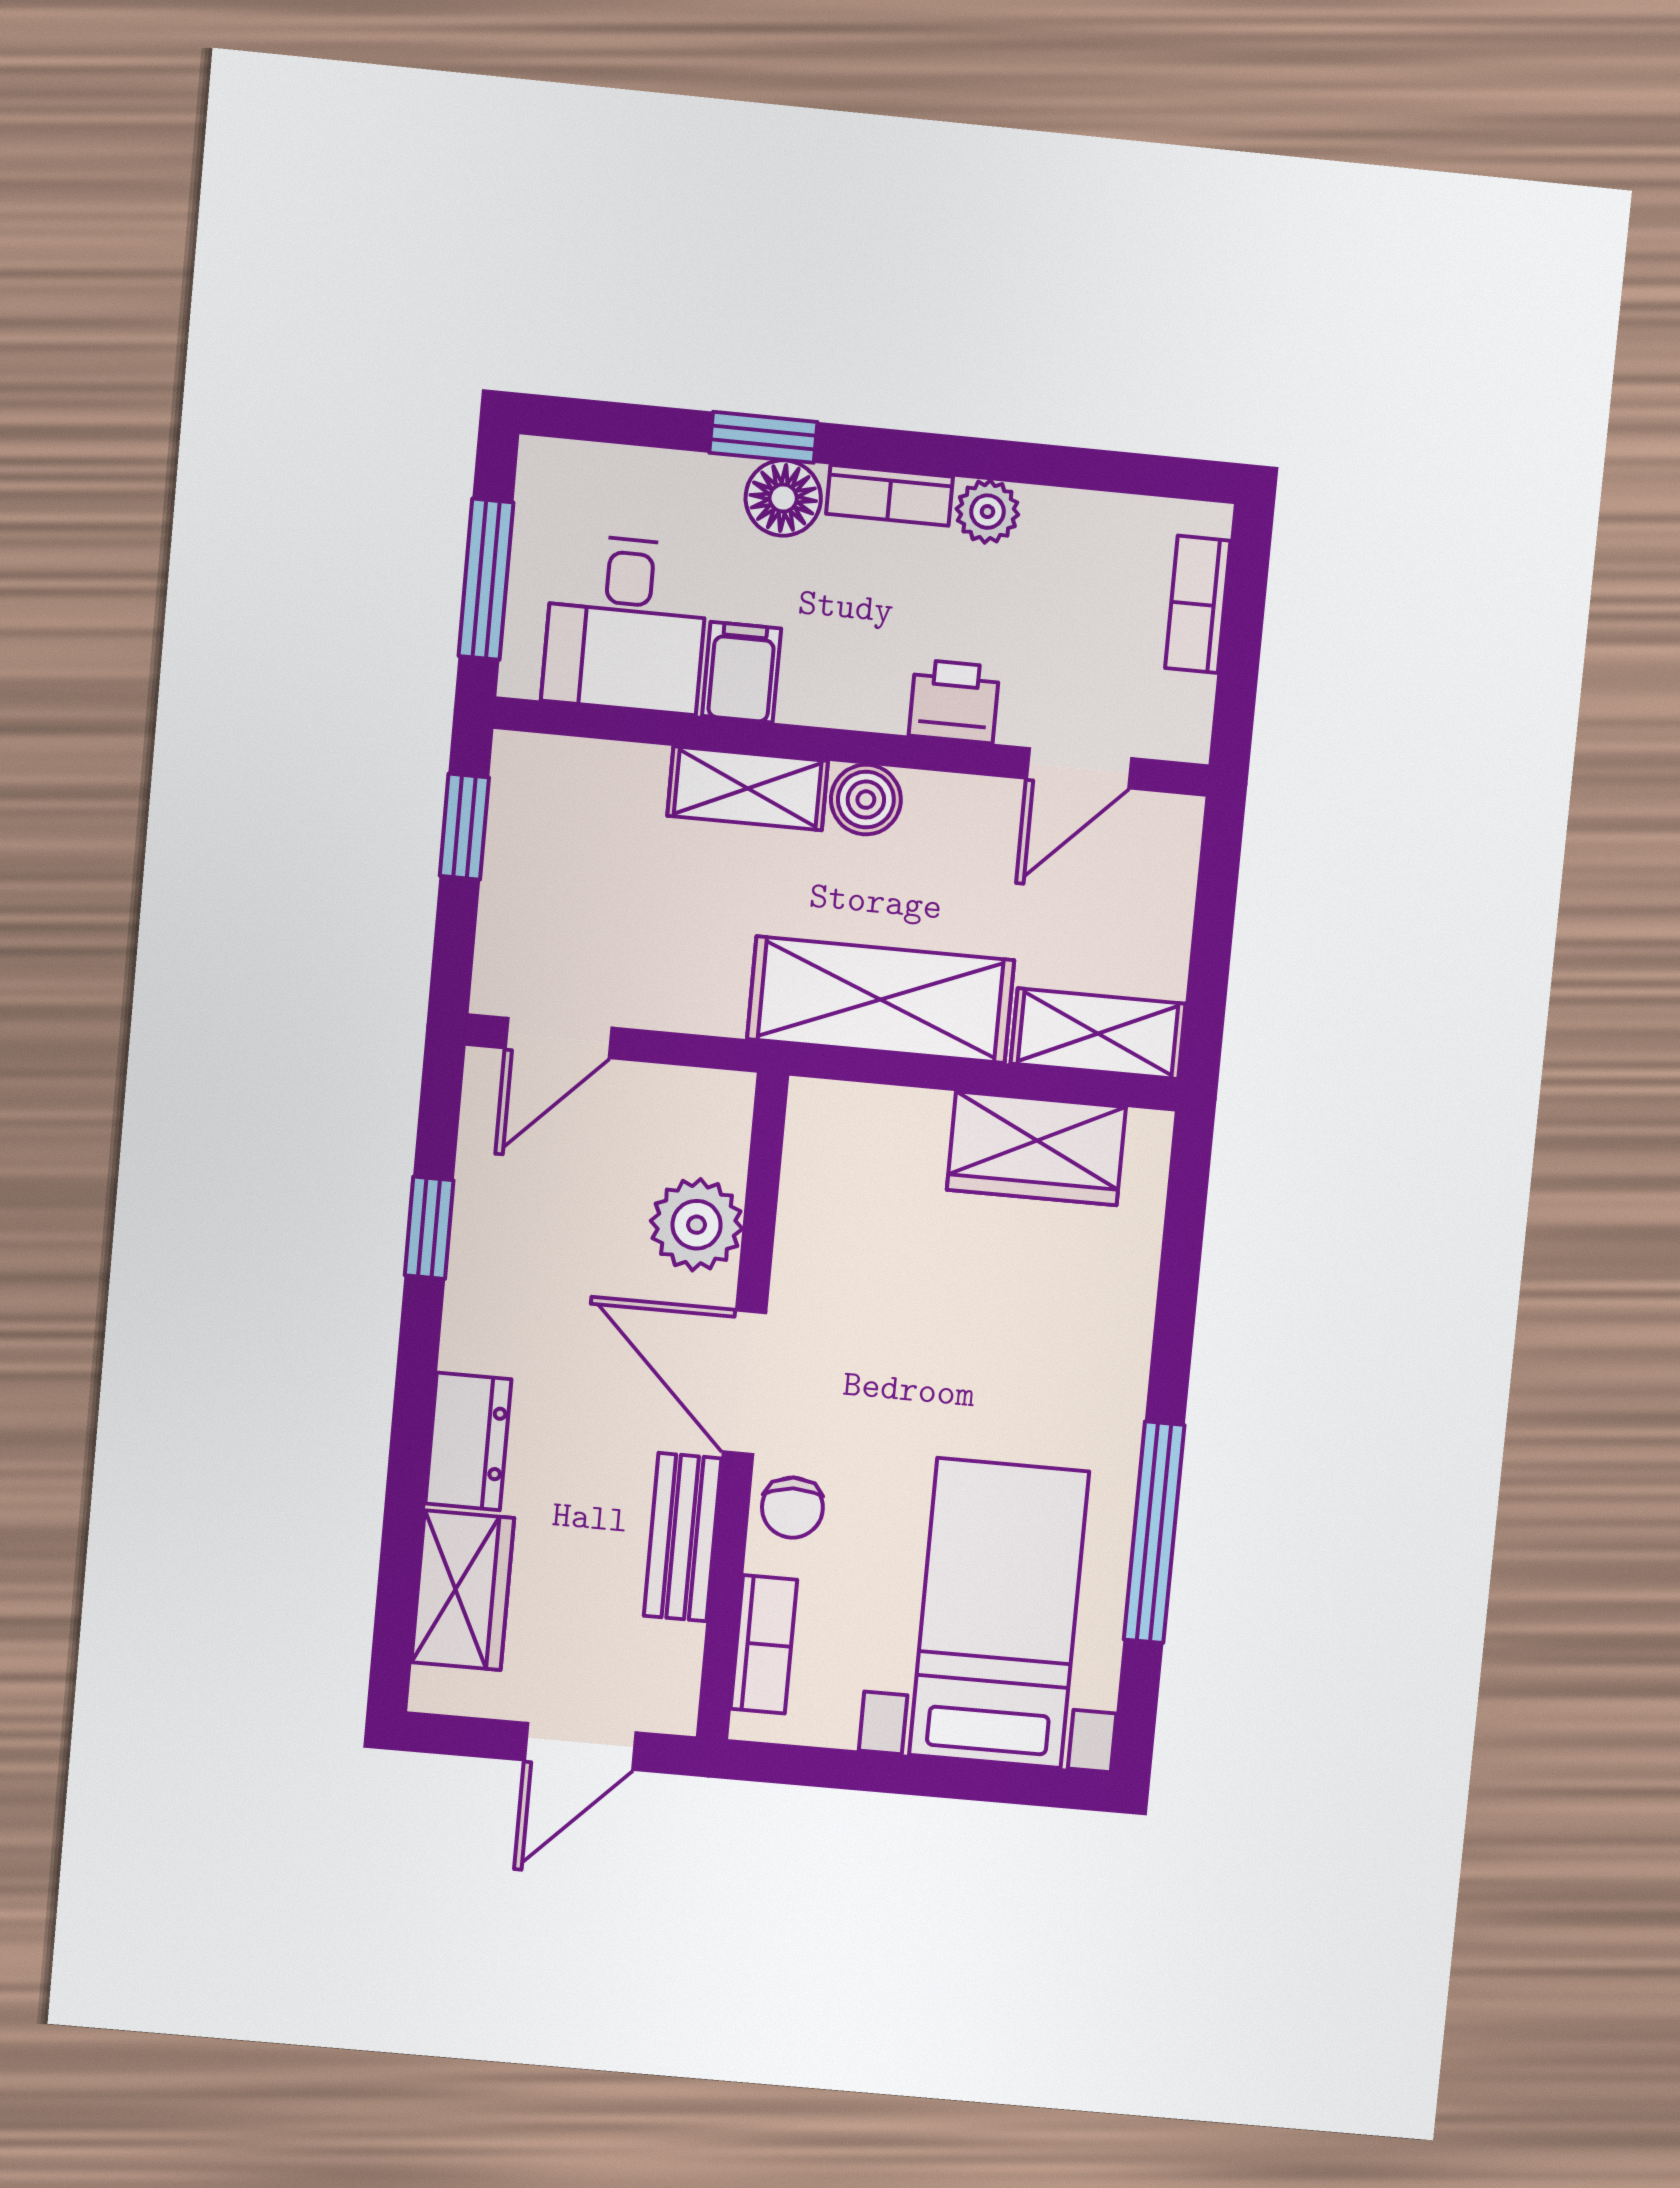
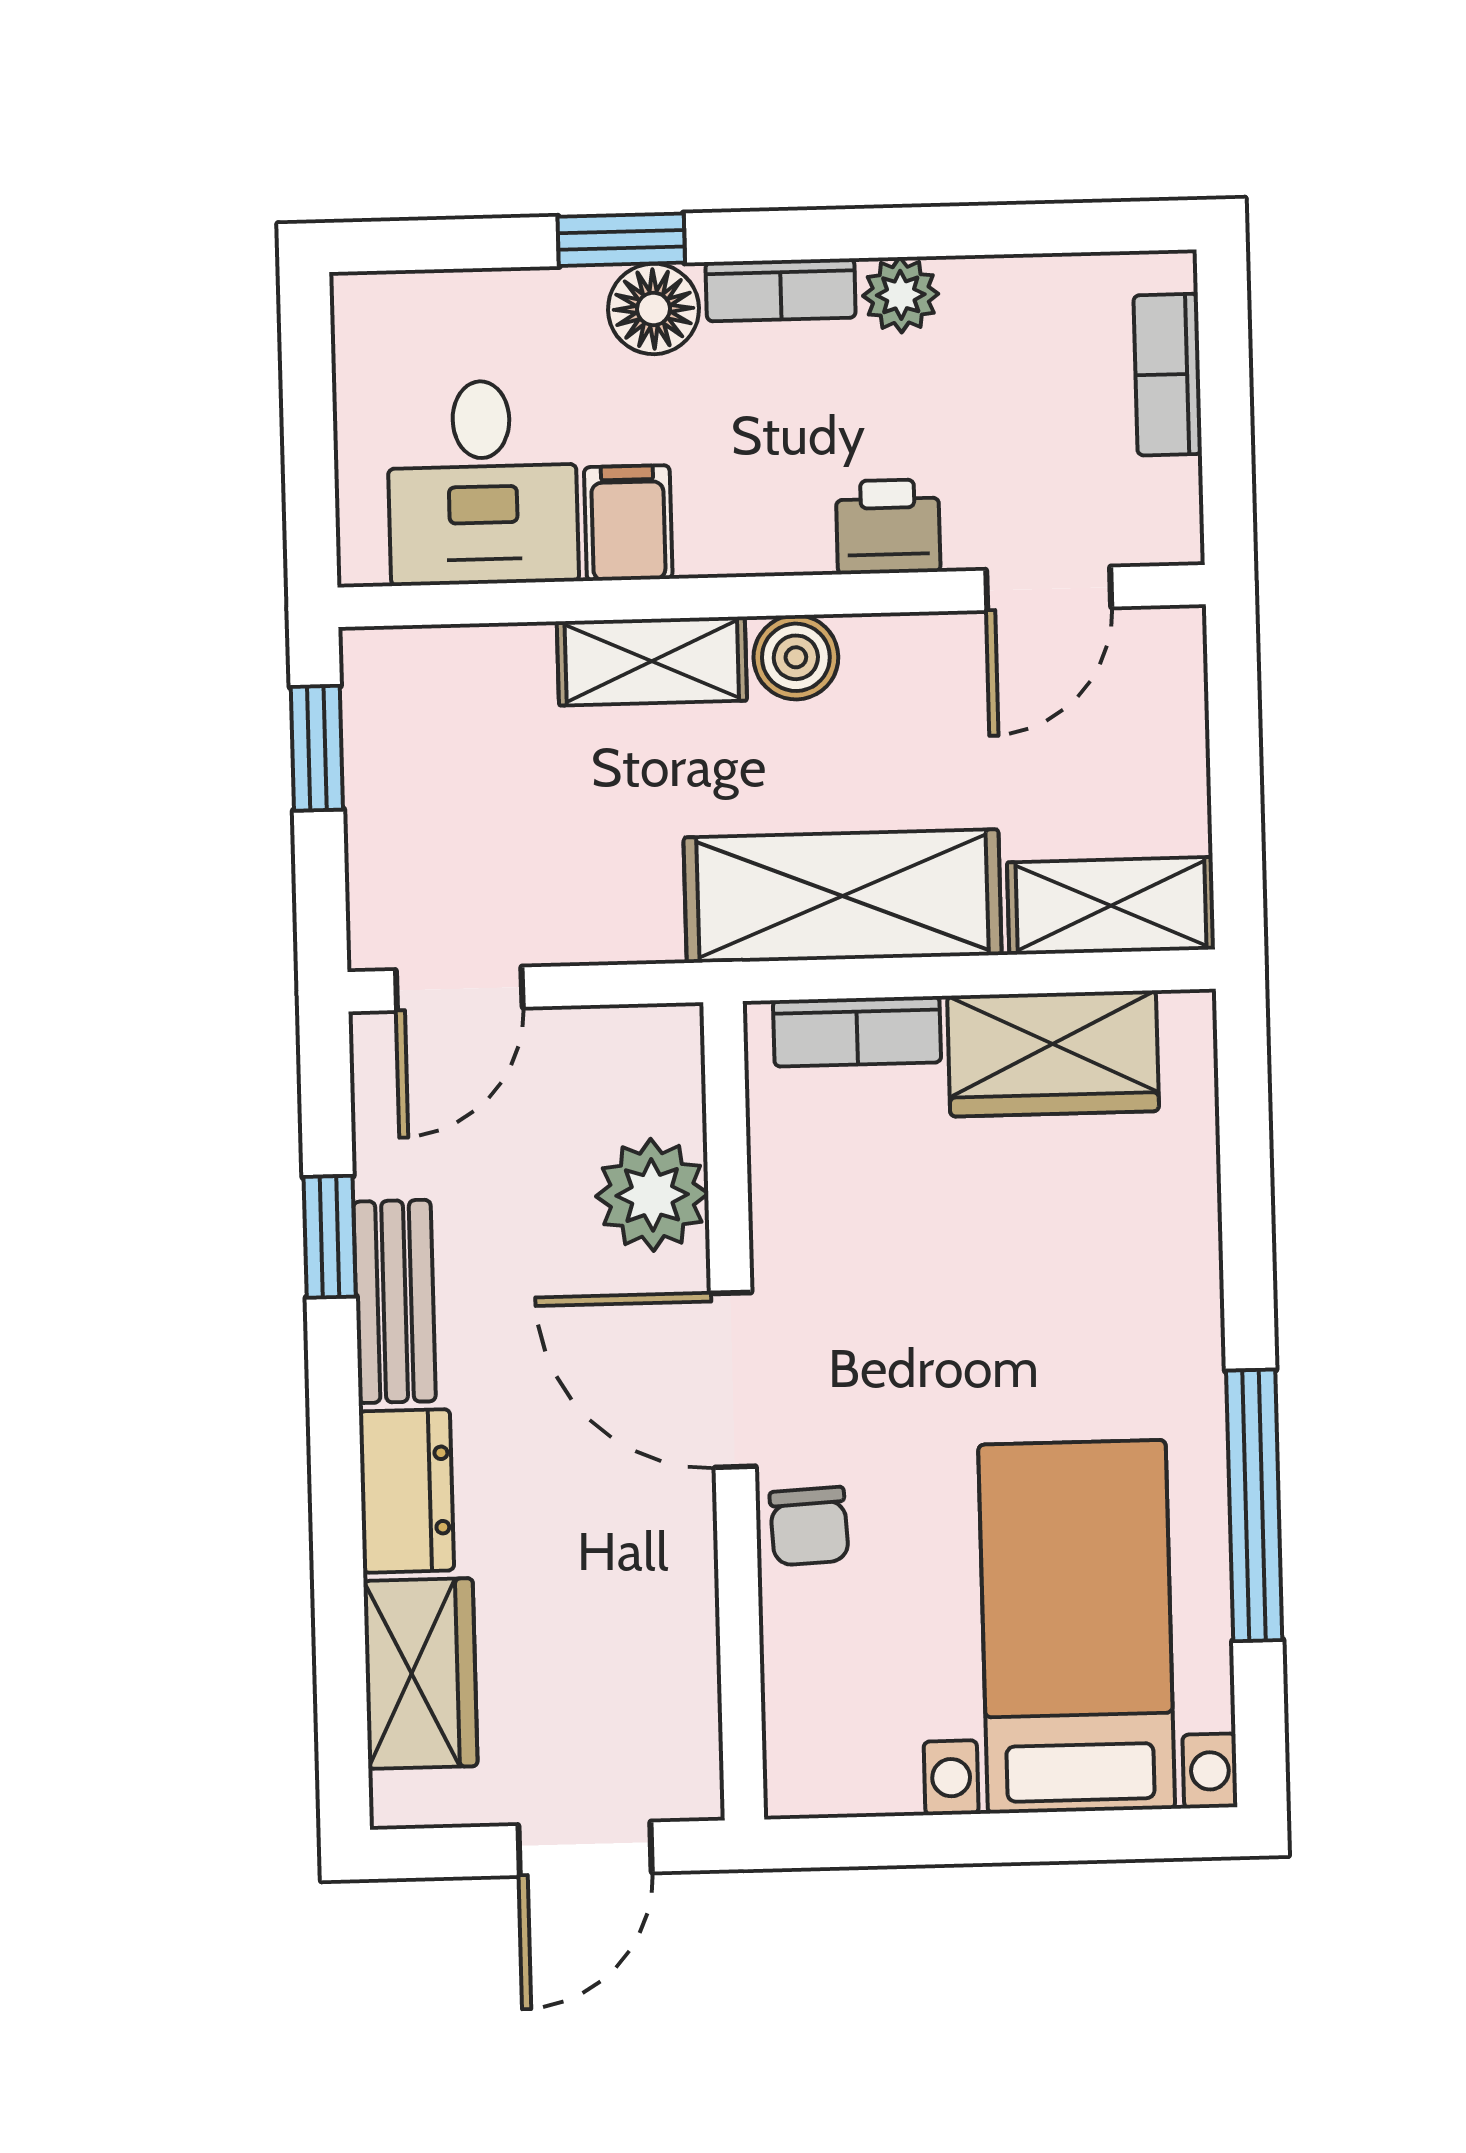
window: (486, 579) -> (309, 450), removed
bench: (683, 1537) -> (395, 1301), moved
bookcase: (764, 1644) -> (857, 1031), moved, turned 90

